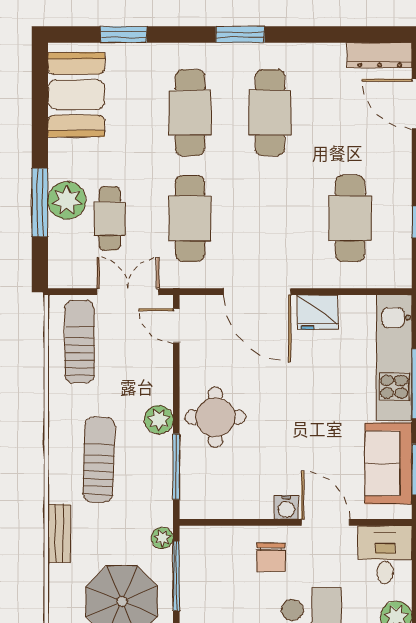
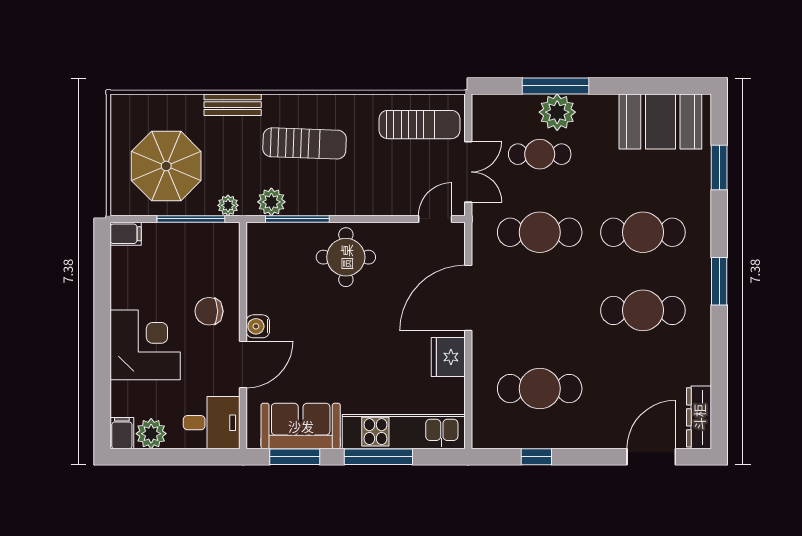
plant: (159, 420) -> (271, 202), moved

